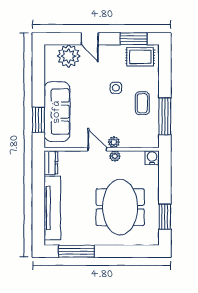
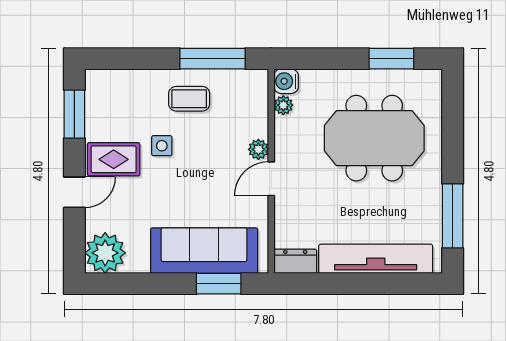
plant: (69, 56) -> (105, 253), moved
rug: (140, 57) -> (114, 159), moved, turned 90
plant: (115, 156) -> (283, 105), moved

